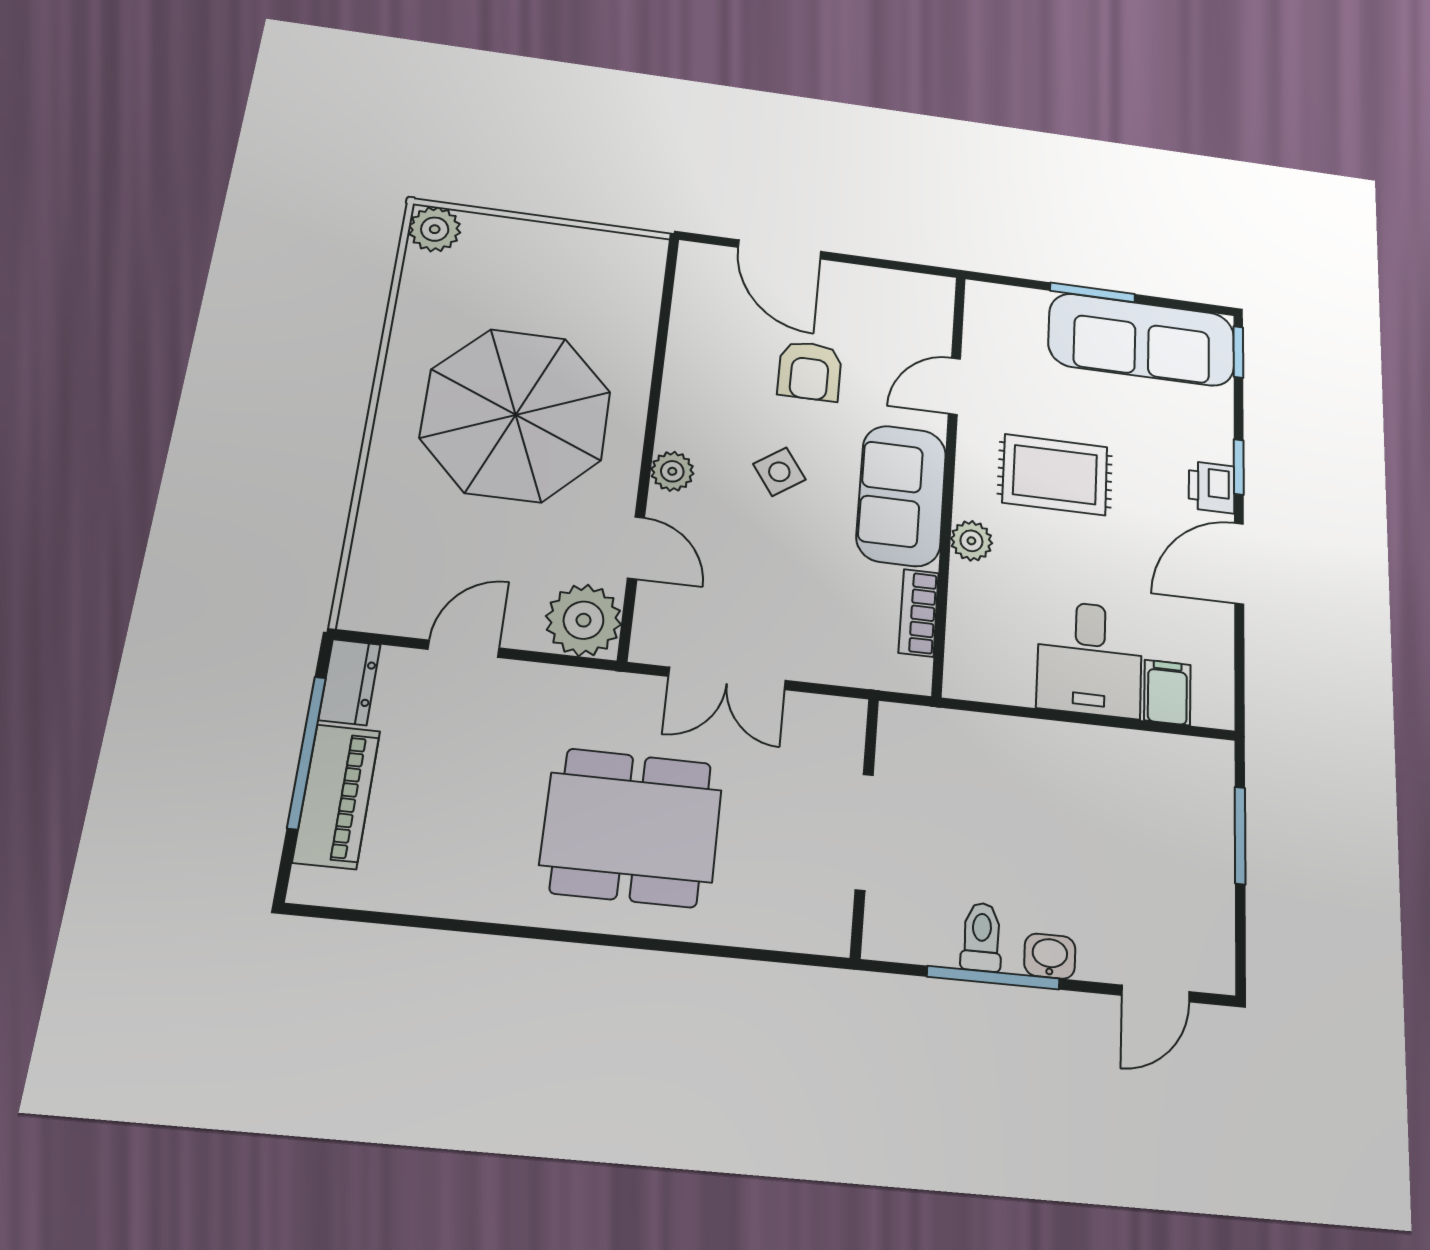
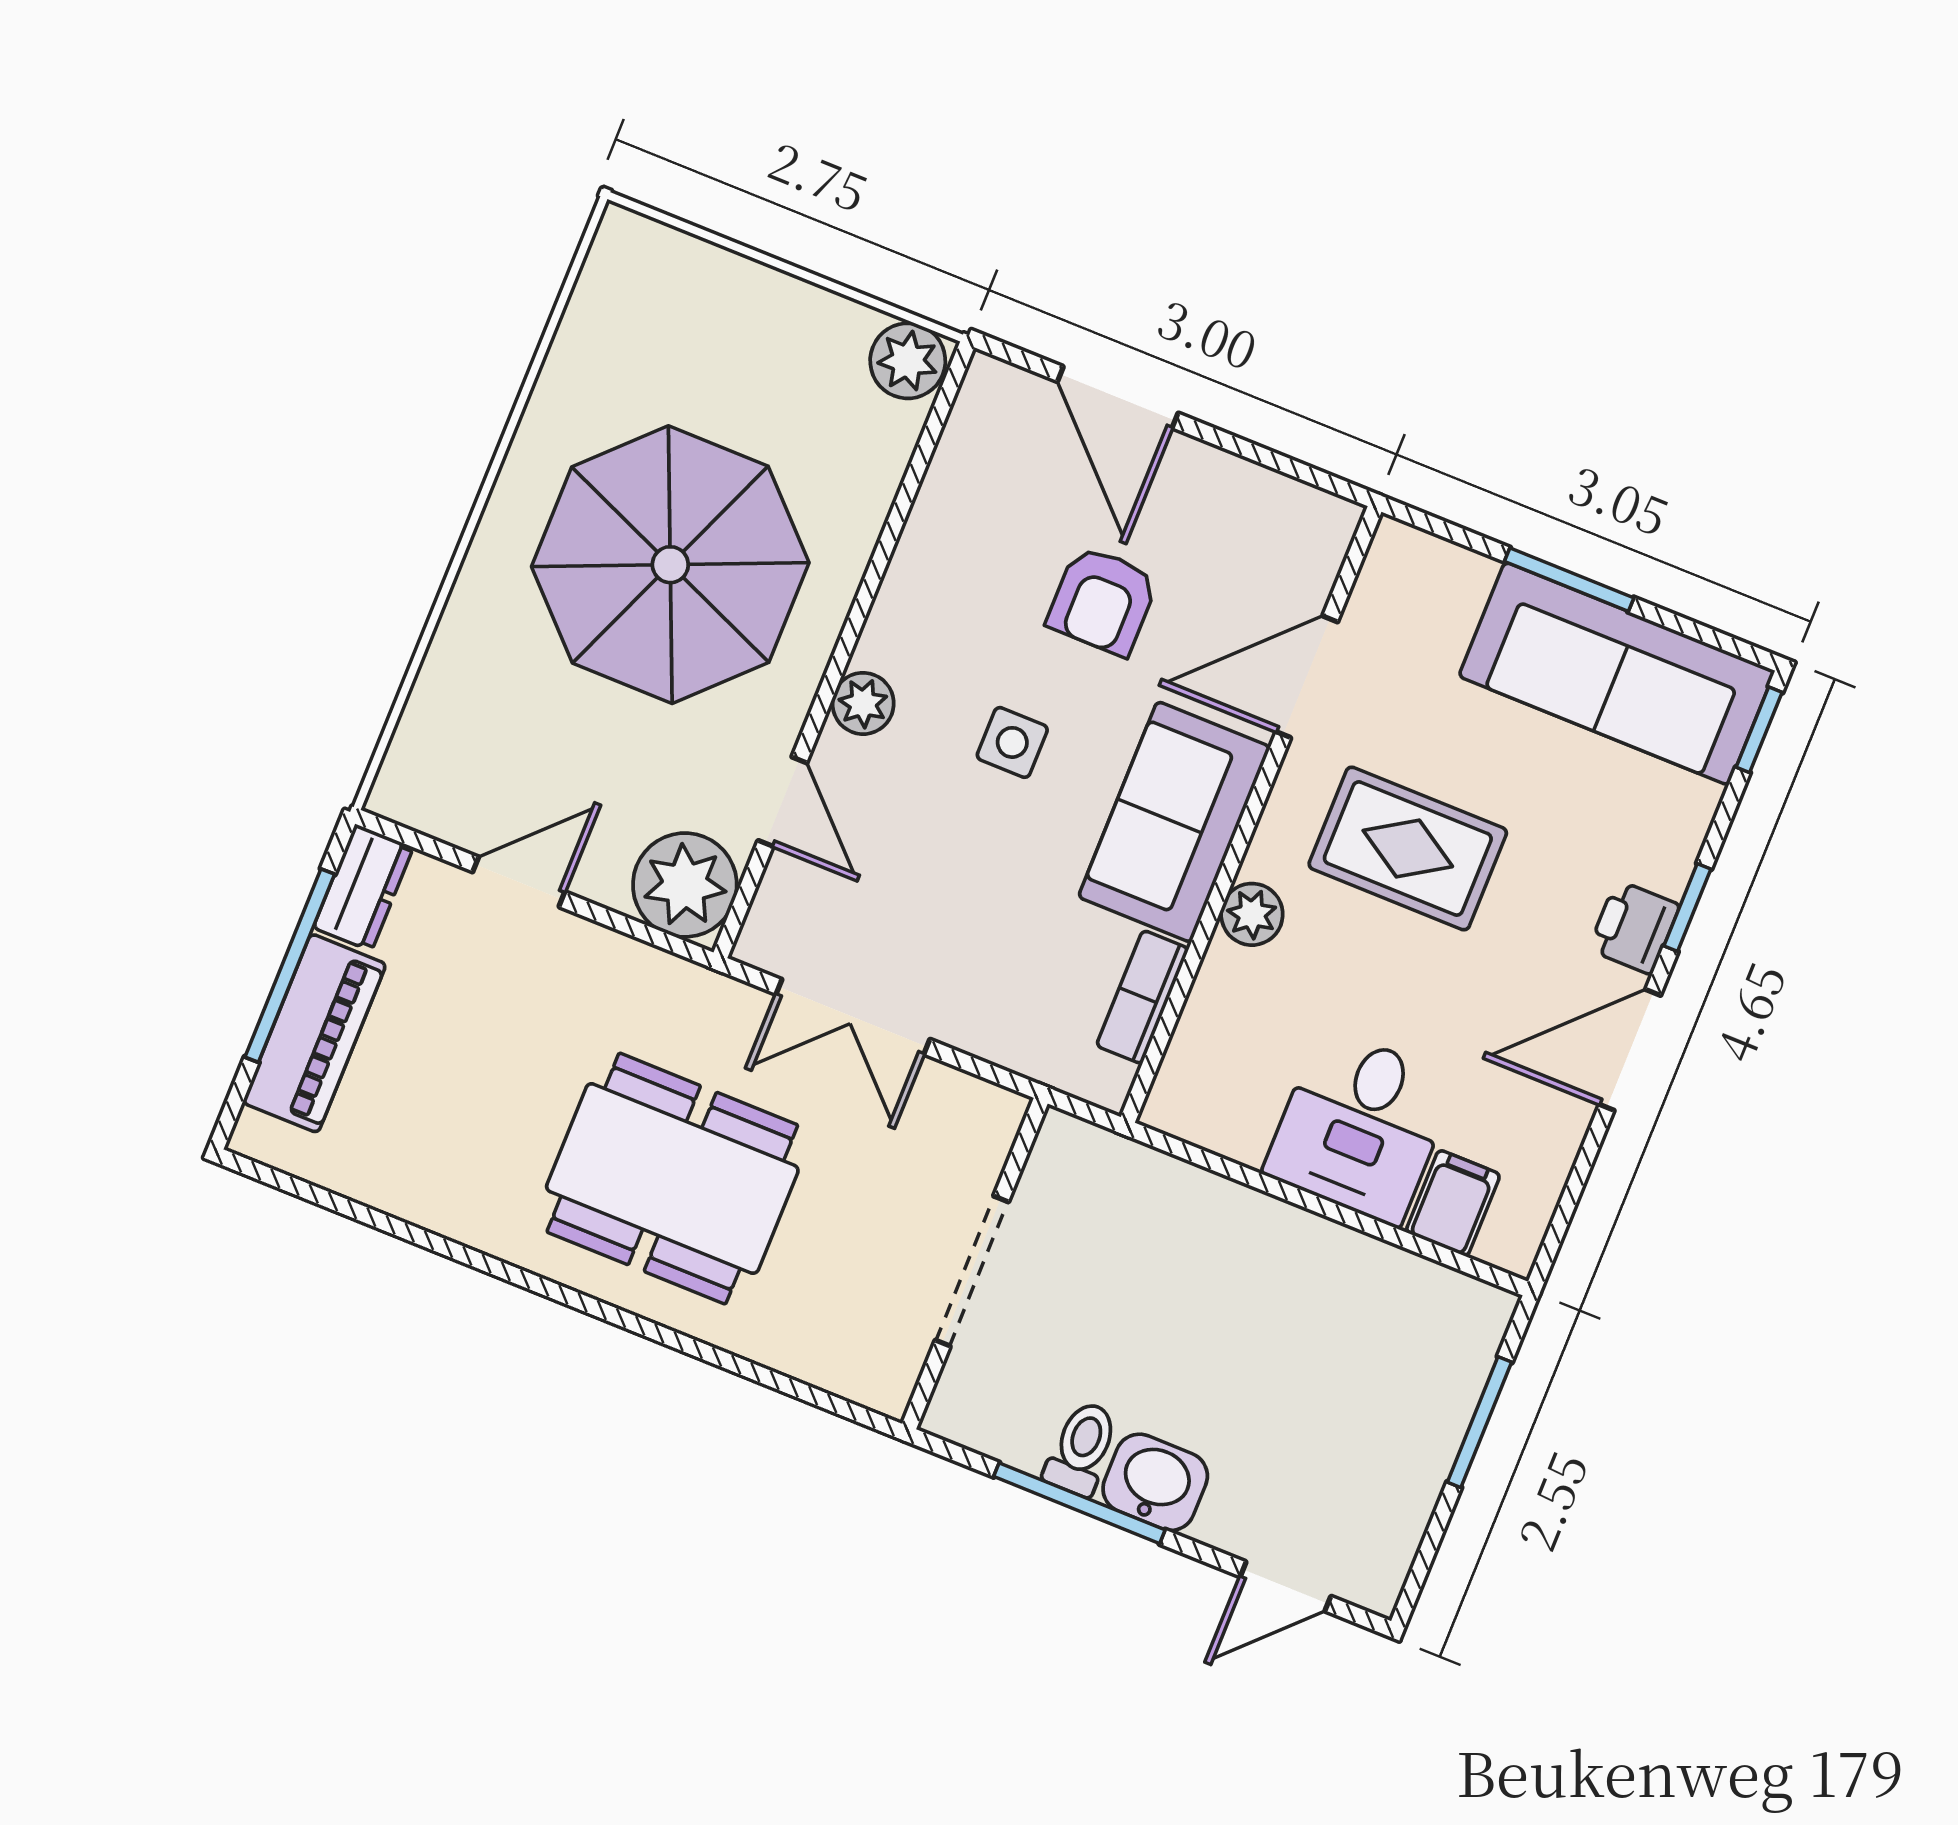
plant: (435, 229) -> (908, 361), moved
door: (954, 386) -> (1307, 677), width x1.38
side table: (779, 472) -> (1012, 742), turned 35
washbasin: (1050, 956) -> (1155, 1482), width x1.38, depth x1.45

